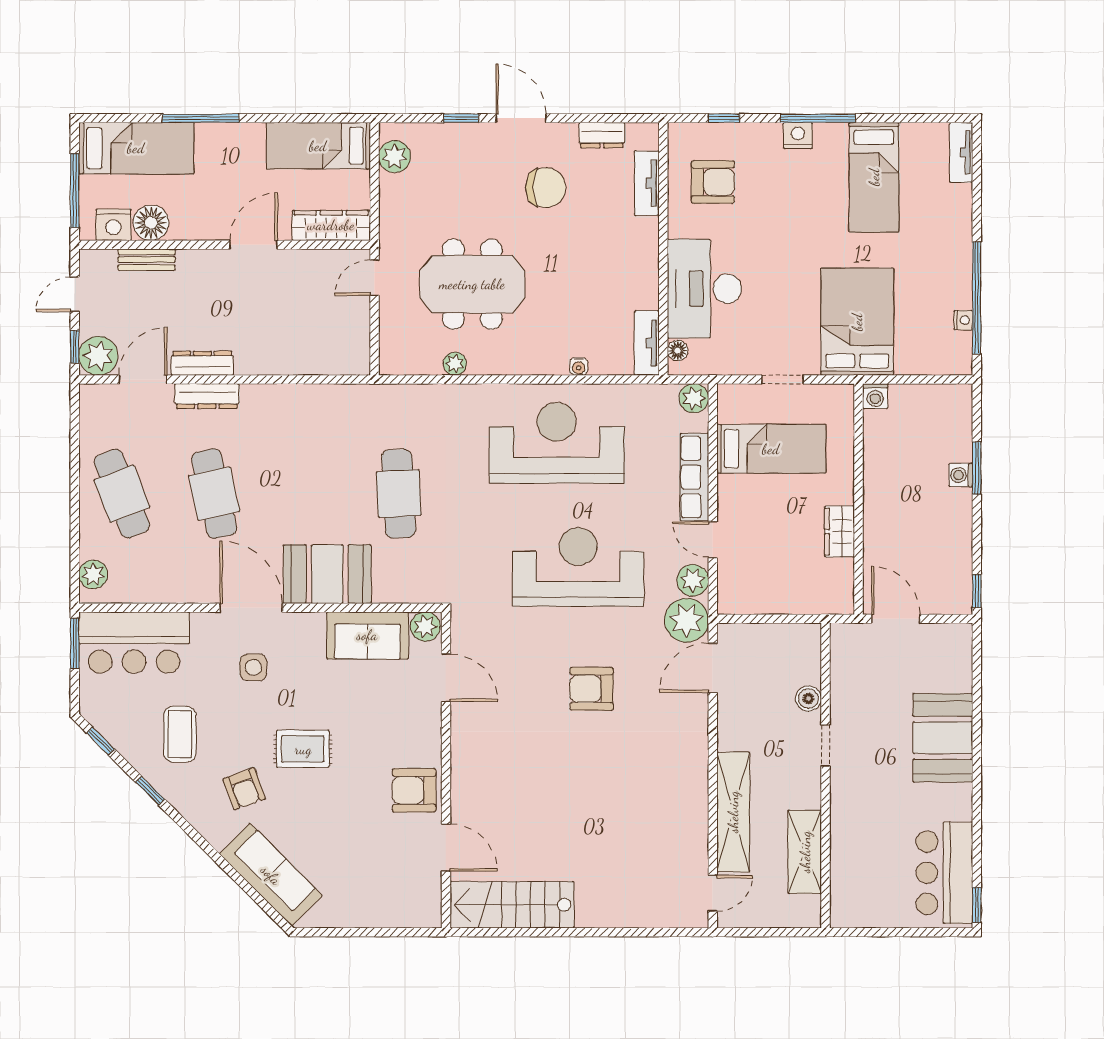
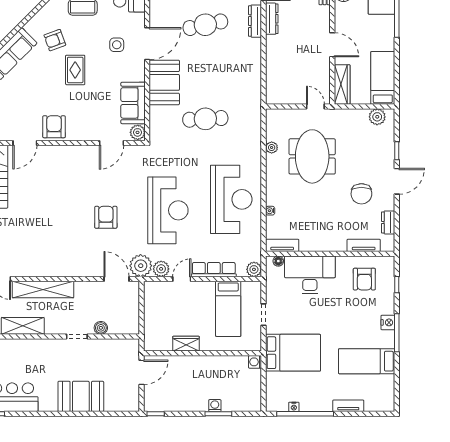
tv unit: (961, 152) -> (348, 406), moved

